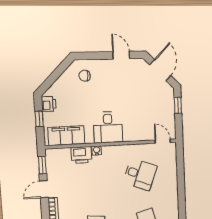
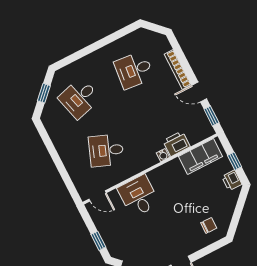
desk: (108, 127) -> (139, 196), moved
door: (44, 189) -> (199, 92), swing flipped

